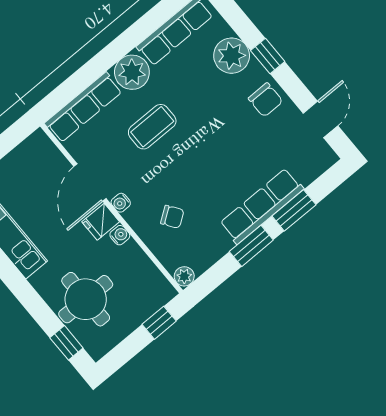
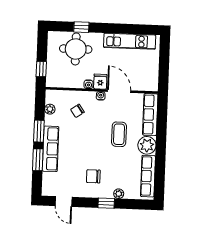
plant: (232, 56) -> (119, 194), width x0.53, depth x0.53
chair: (266, 100) -> (93, 176), moved
plant: (184, 276) -> (50, 109), moved
window: (66, 343) -> (81, 27), moved

